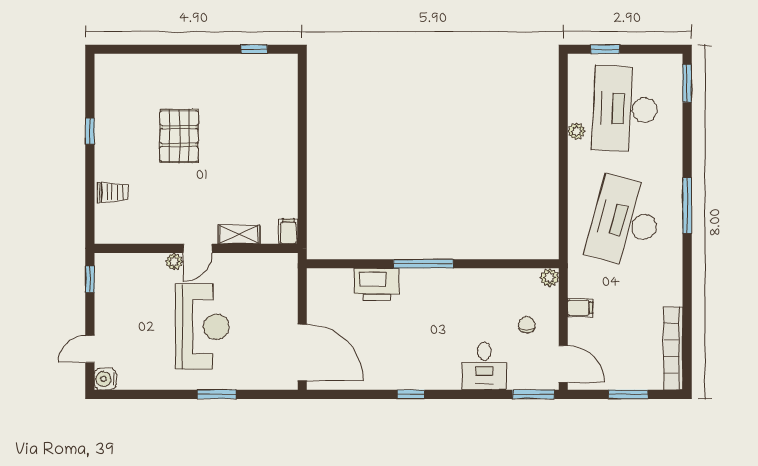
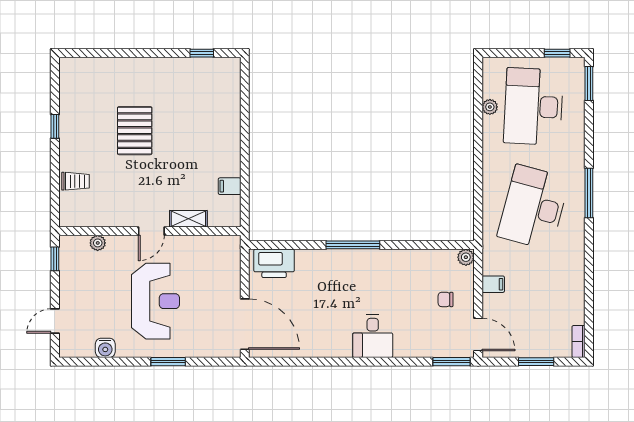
window: (605, 49) -> (557, 53), moved
plant: (576, 131) -> (490, 107), moved
filing cabinet: (288, 231) -> (230, 186), moved, turned -90
plant: (174, 262) -> (98, 243), moved
printer: (377, 284) -> (274, 263), moved
chair: (527, 325) -> (446, 299), turned -90
bookcase: (673, 348) -> (578, 342), width x0.43, depth x0.76
desk: (484, 366) -> (373, 336), moved
water cooler: (105, 379) -> (105, 348), moved, turned -90
window: (411, 394) -> (342, 362), removed

